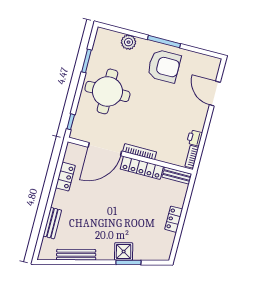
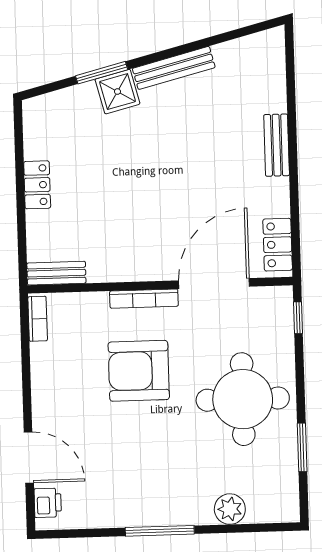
armchair: (164, 66) -> (139, 371), moved
printer: (195, 138) -> (48, 503), moved
locker: (142, 168) -> (130, 268), removed
locker: (65, 177) -> (278, 245), moved
bench: (52, 223) -> (277, 145), moved
bench: (76, 255) -> (174, 68), moved

